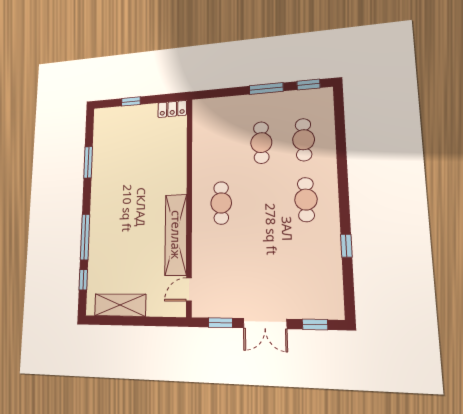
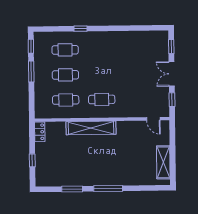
cafe table: (306, 200) -> (66, 100), moved
shelving: (176, 235) -> (91, 128), moved
window: (85, 237) -> (108, 188), moved
window: (346, 246) -> (80, 29), moved
window: (83, 280) -> (148, 188), removed
double door: (265, 324) -> (172, 74), swing flipped

